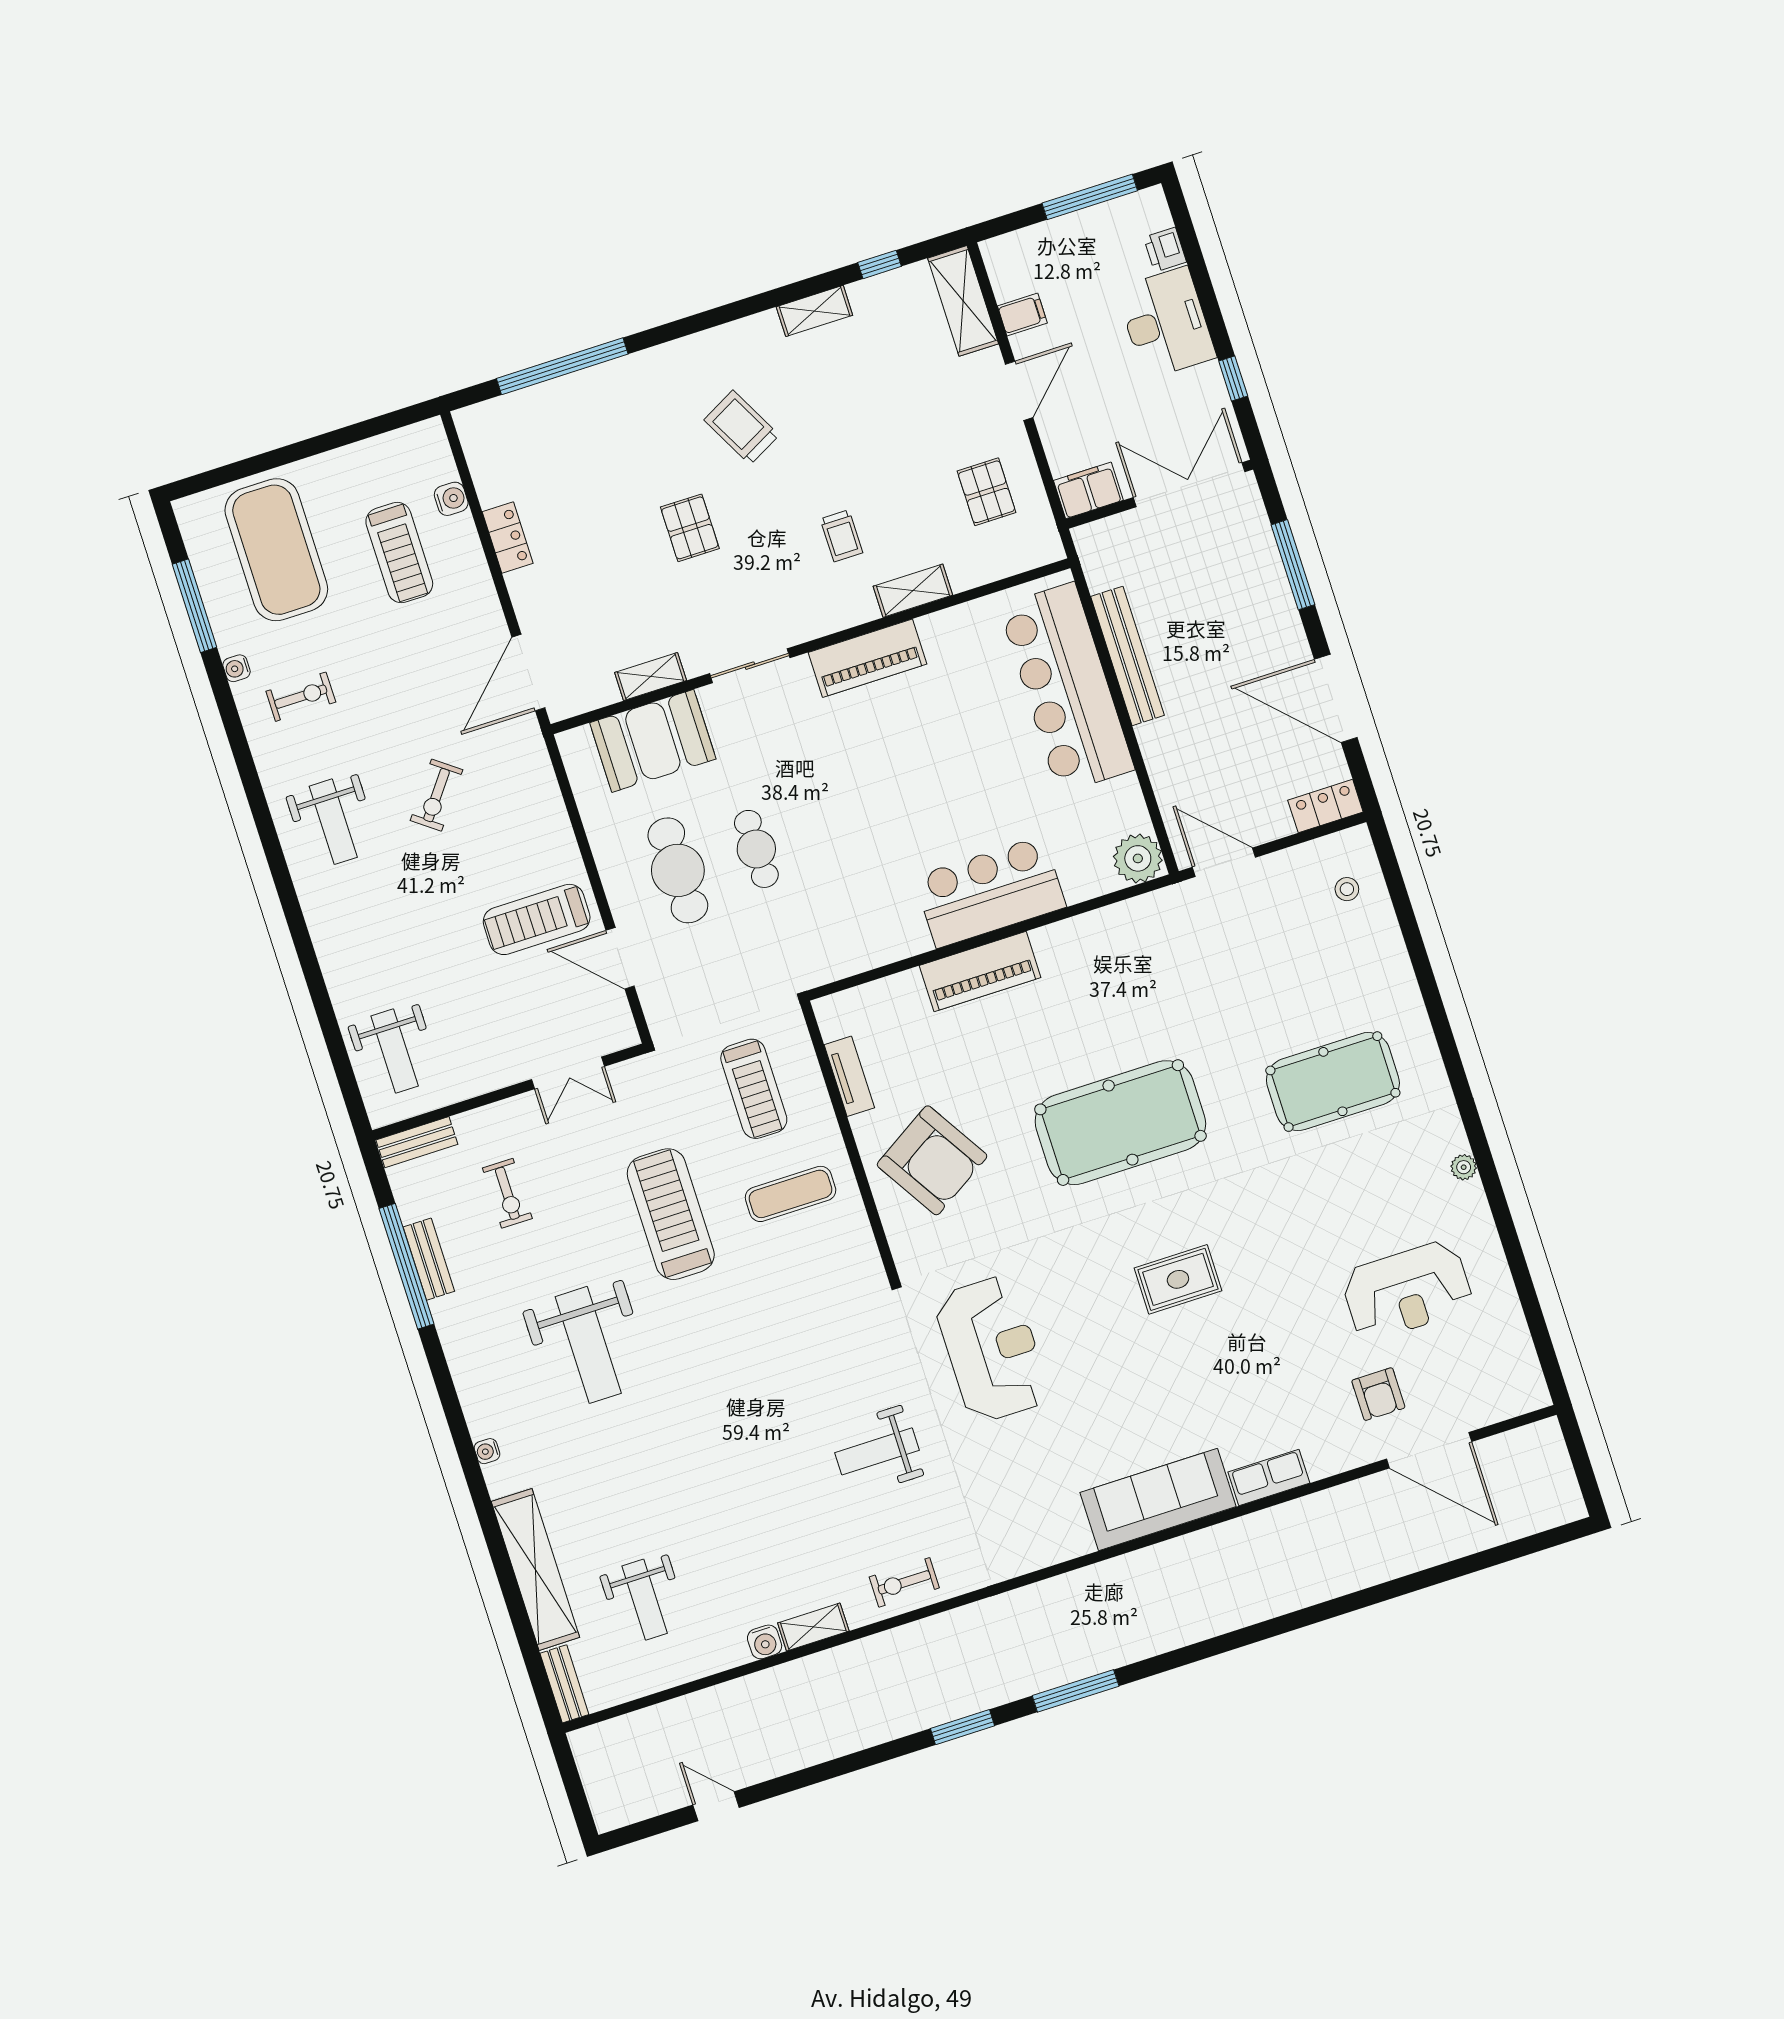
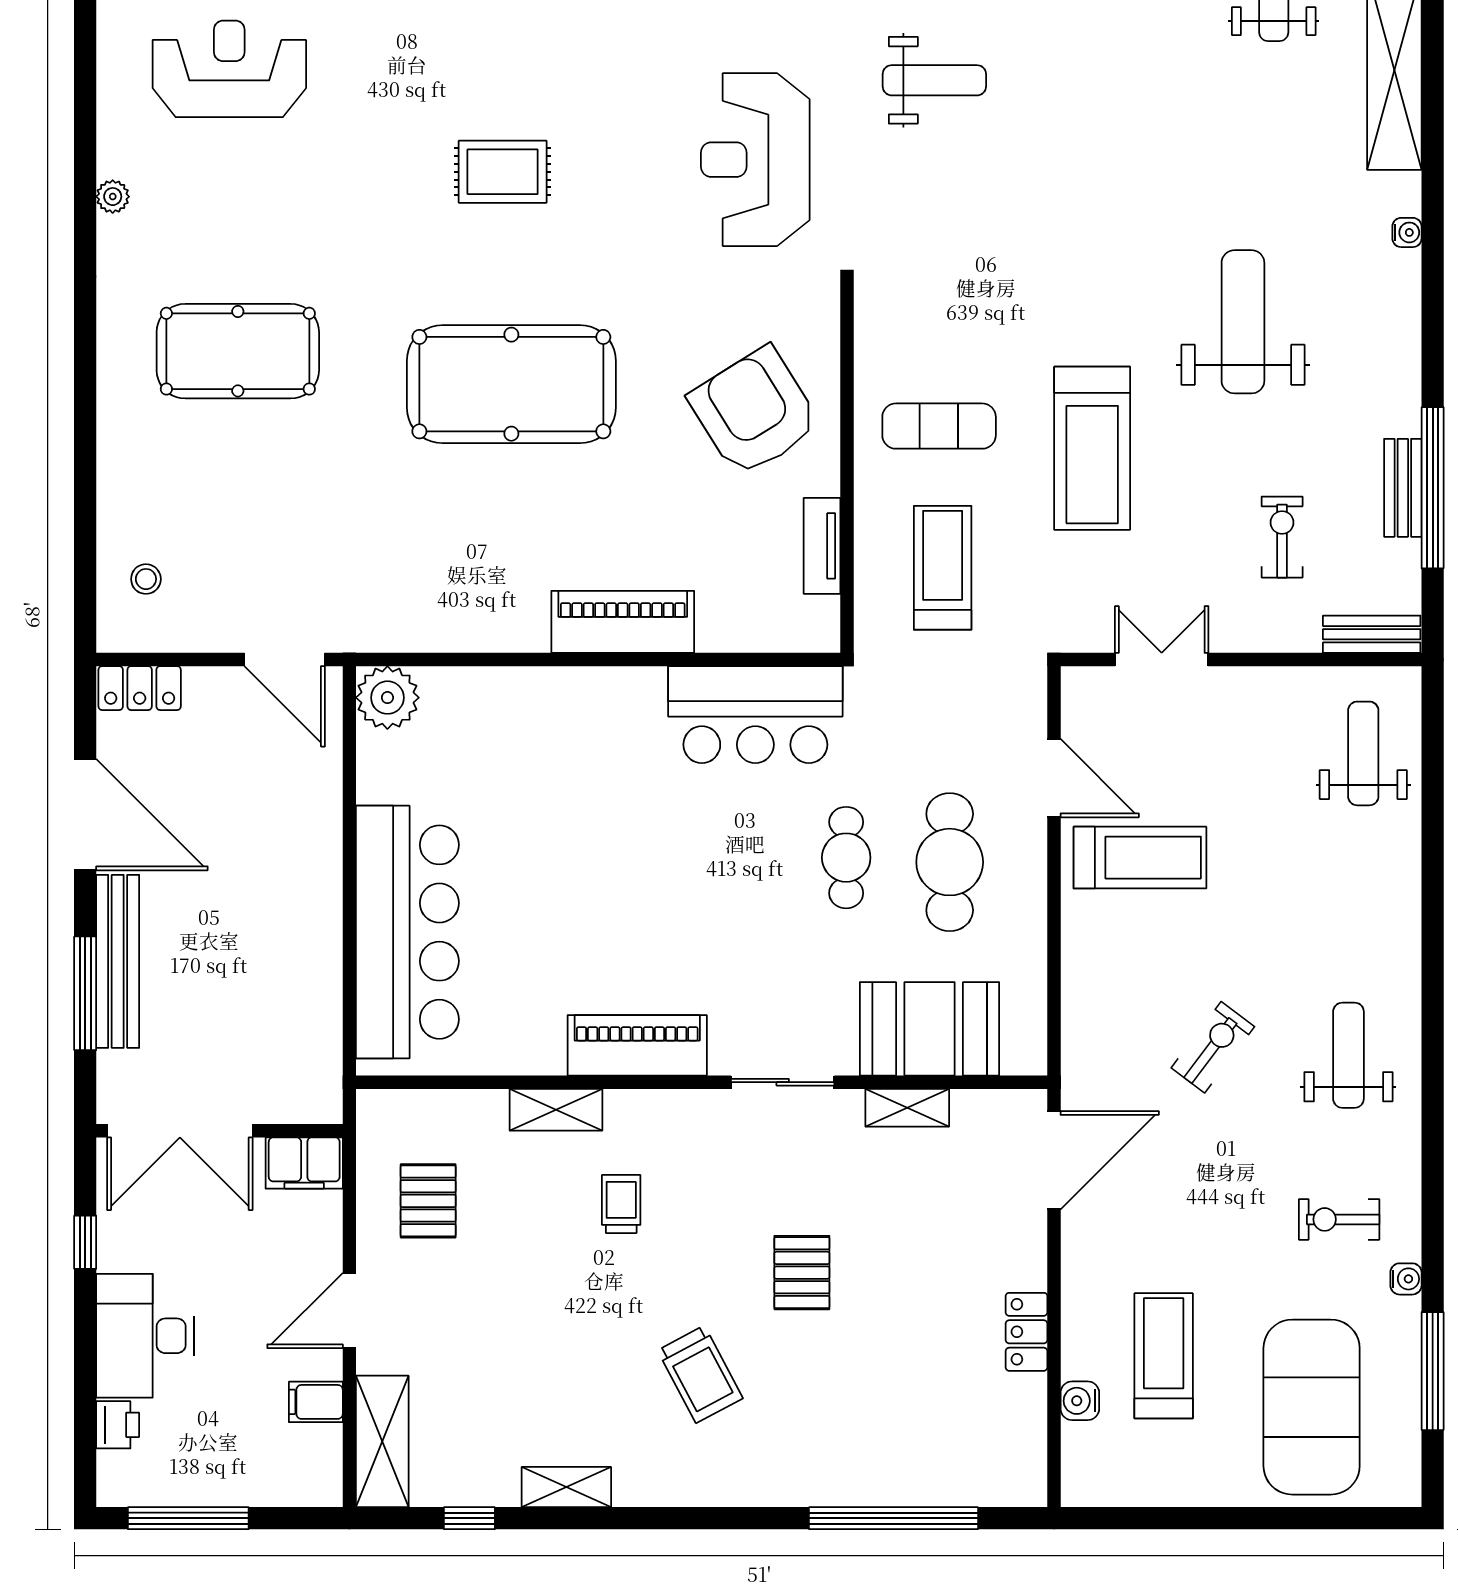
bench: (1127, 656) -> (118, 961), moved
bar counter: (990, 892) -> (755, 715), moved

